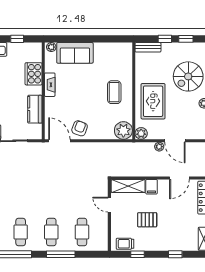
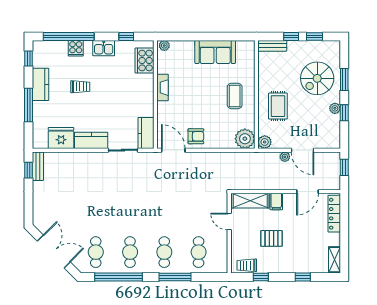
sofa: (75, 53) -> (215, 52), moved
cooker: (34, 74) -> (144, 60), moved
rug: (153, 101) -> (278, 106), width x0.73, depth x0.70
kitchen counter: (35, 109) -> (146, 133), moved
armchair: (80, 128) -> (196, 136), turned 70

